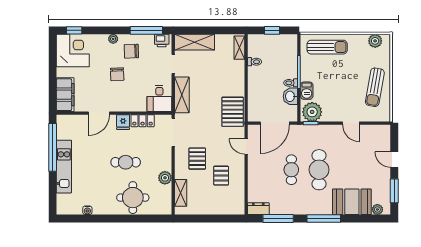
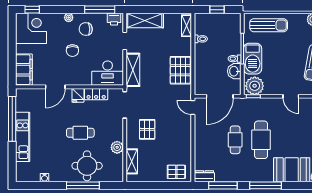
barbecue: (307, 91) -> (253, 59), width x1.88, depth x1.53
desk: (159, 98) -> (108, 73), width x1.37
pallet: (233, 112) -> (180, 70), moved
door: (246, 146) -> (193, 107), moved
pallet: (221, 176) -> (176, 172), moved, turned 90
window: (128, 219) -> (83, 185), added

